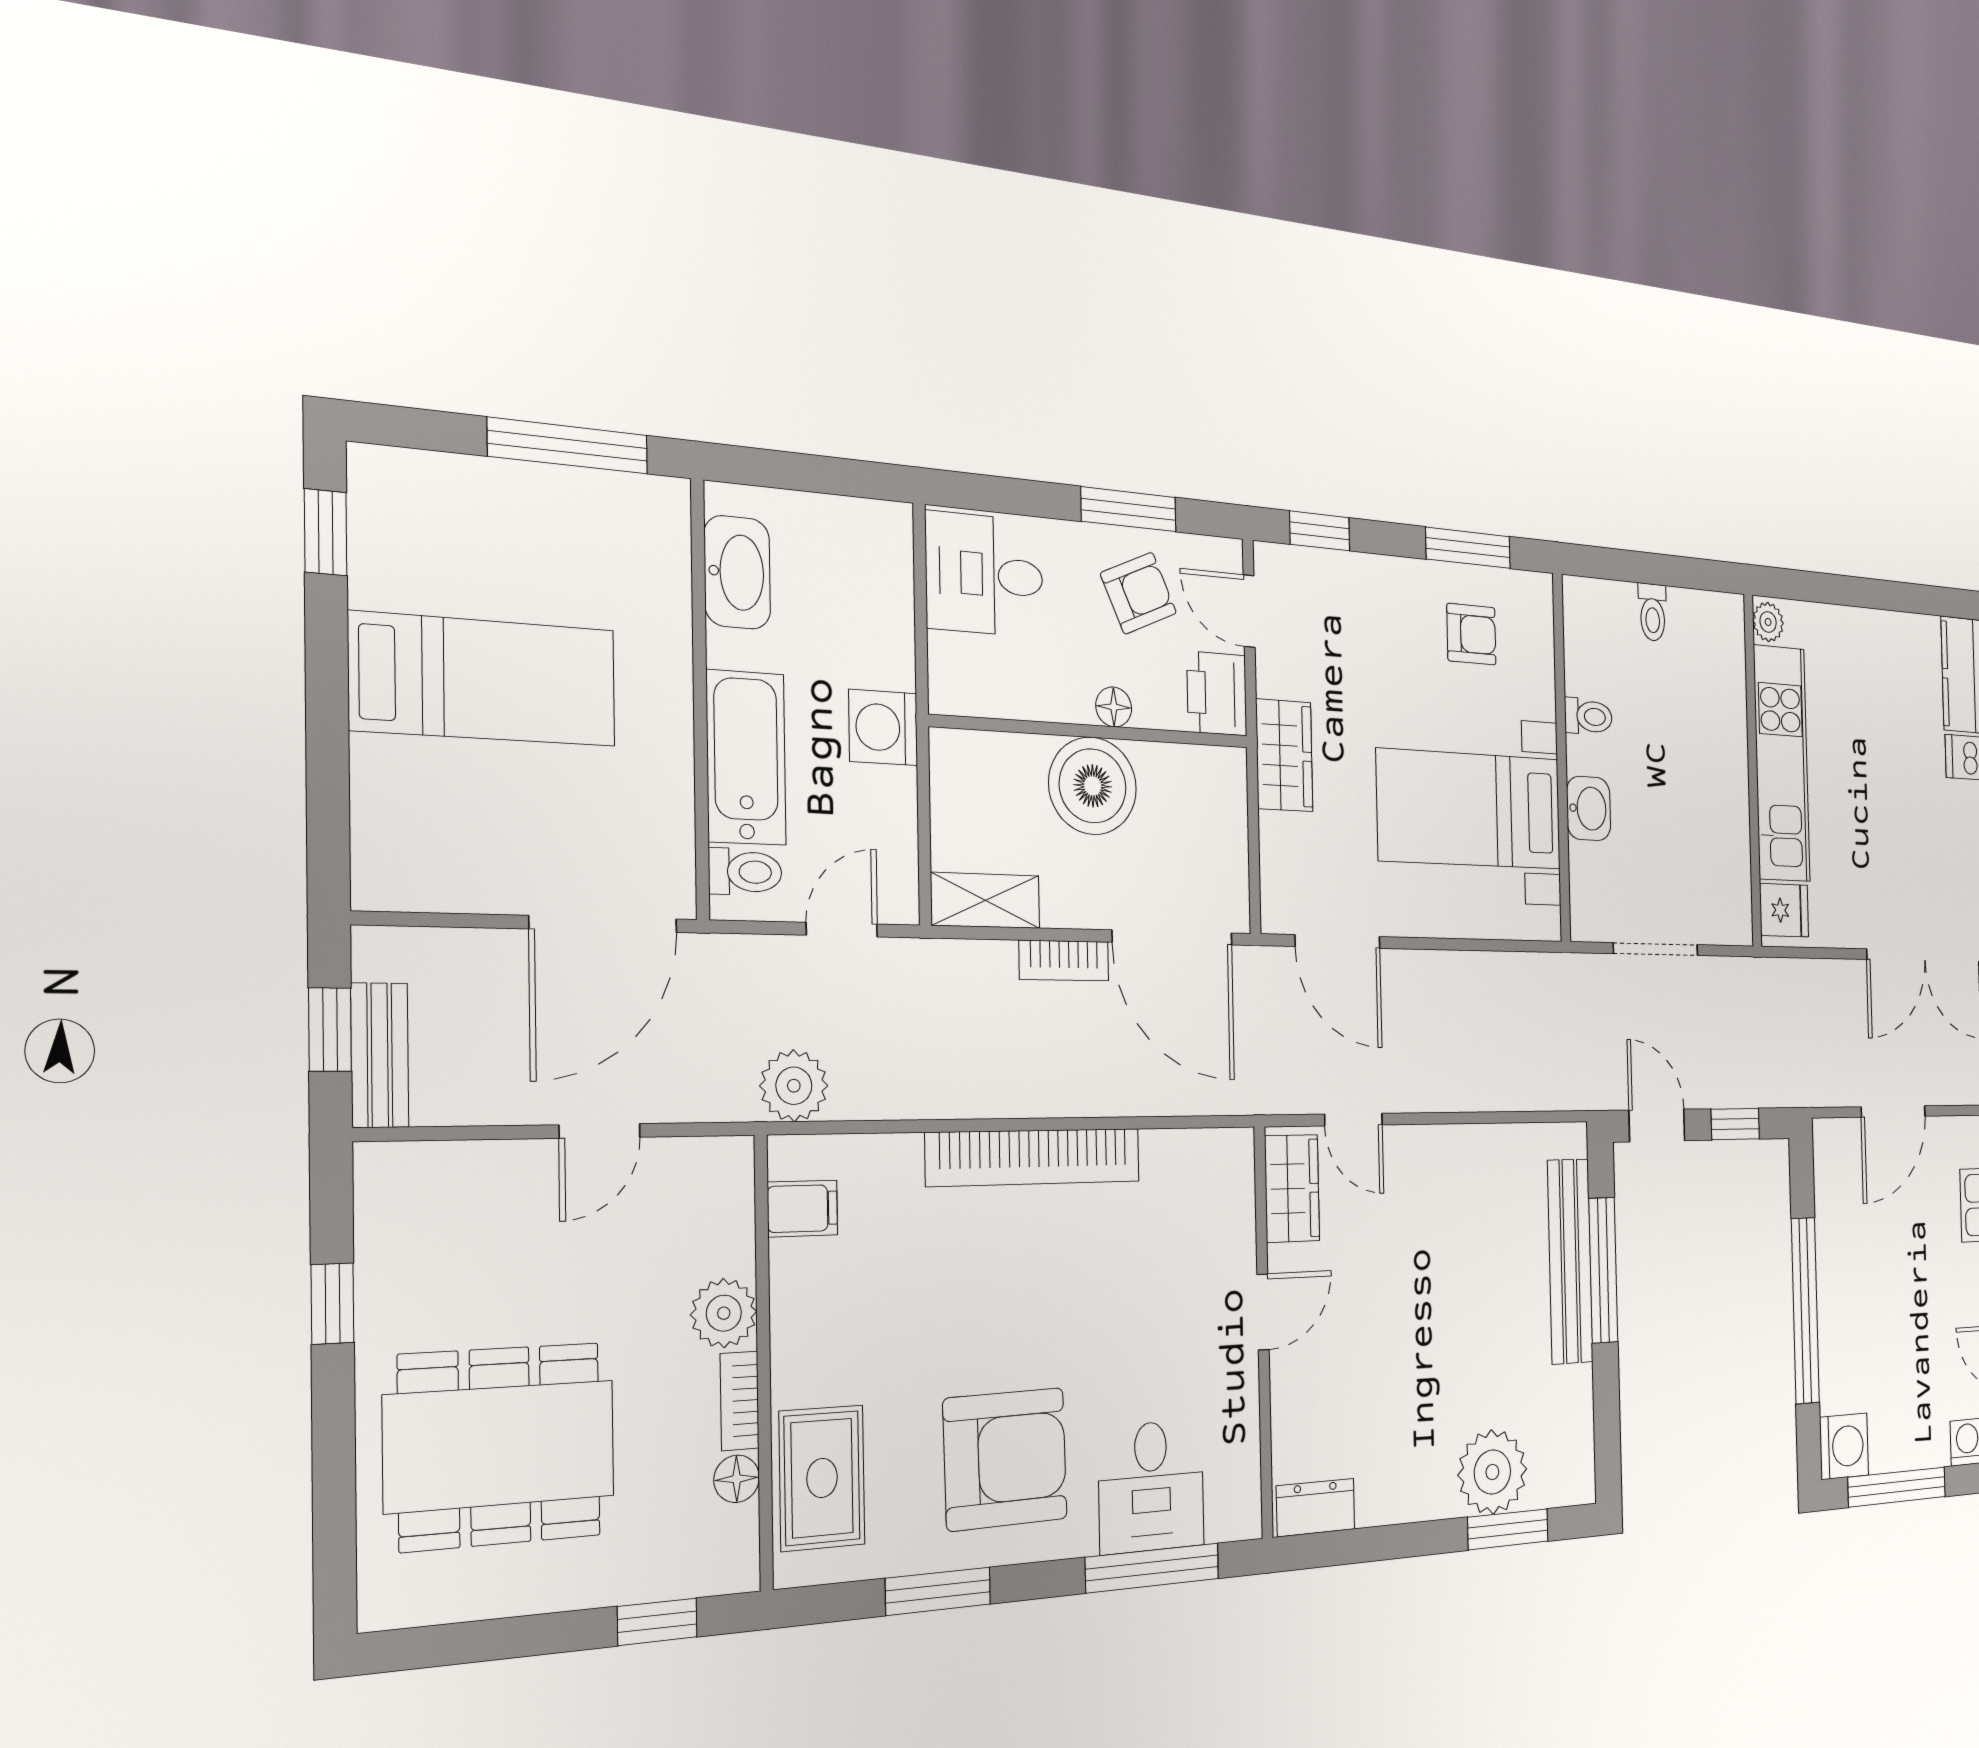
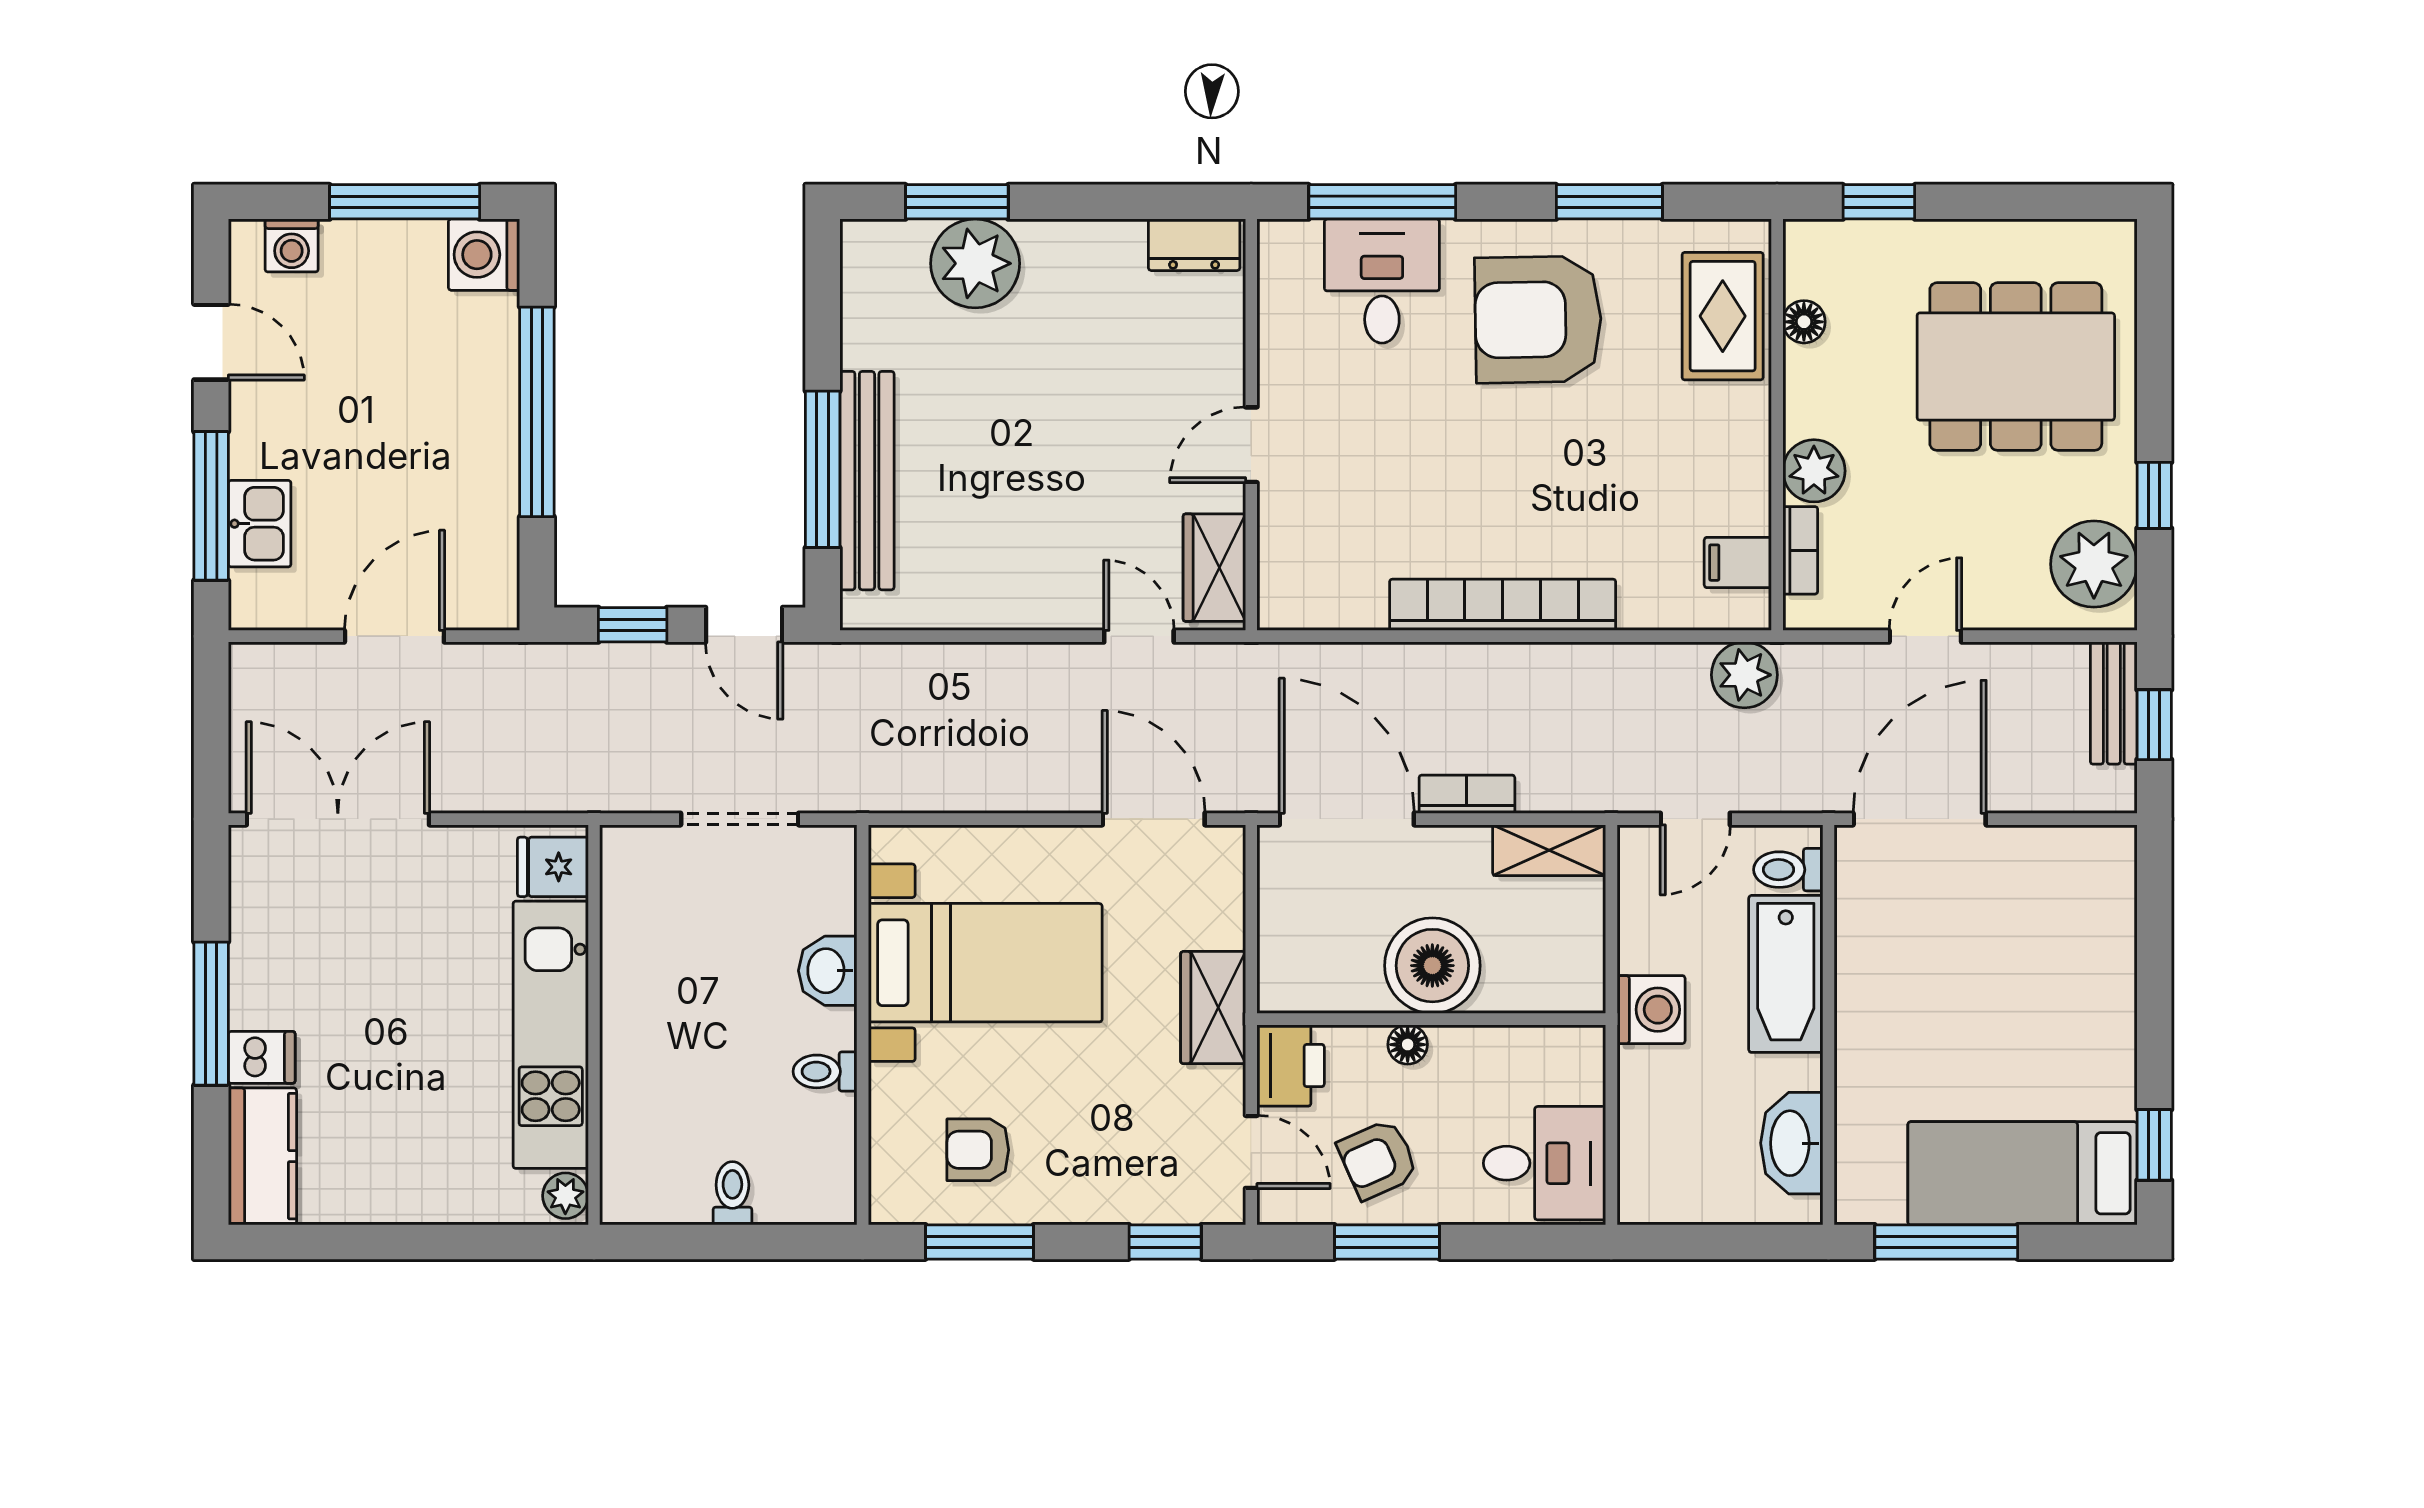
bed: (484, 679) -> (2023, 1173), moved
plant: (405, 1219) -> (2094, 564), added
bookcase: (740, 1401) -> (1800, 550), moved

